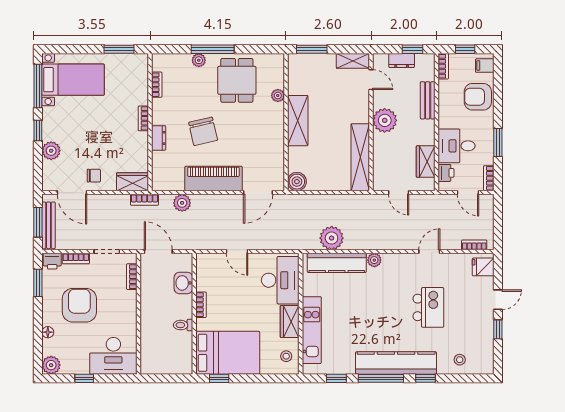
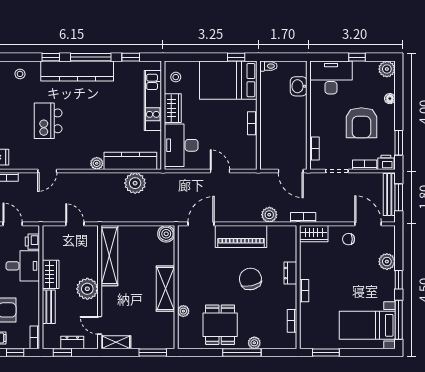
wardrobe: (426, 162) -> (51, 274), moved
washbasin: (183, 283) -> (299, 86), moved, turned 180
toilet: (183, 325) -> (268, 66), moved

